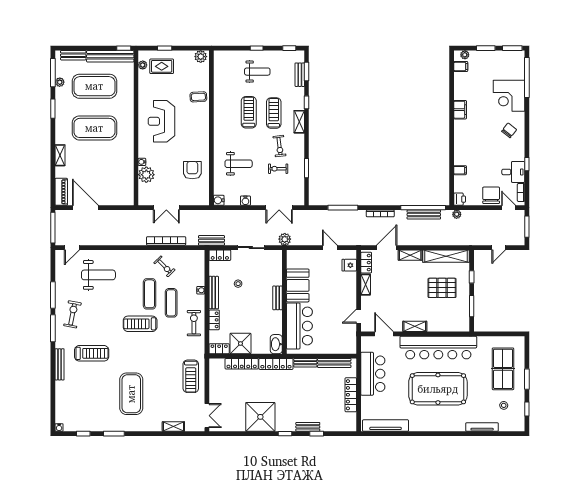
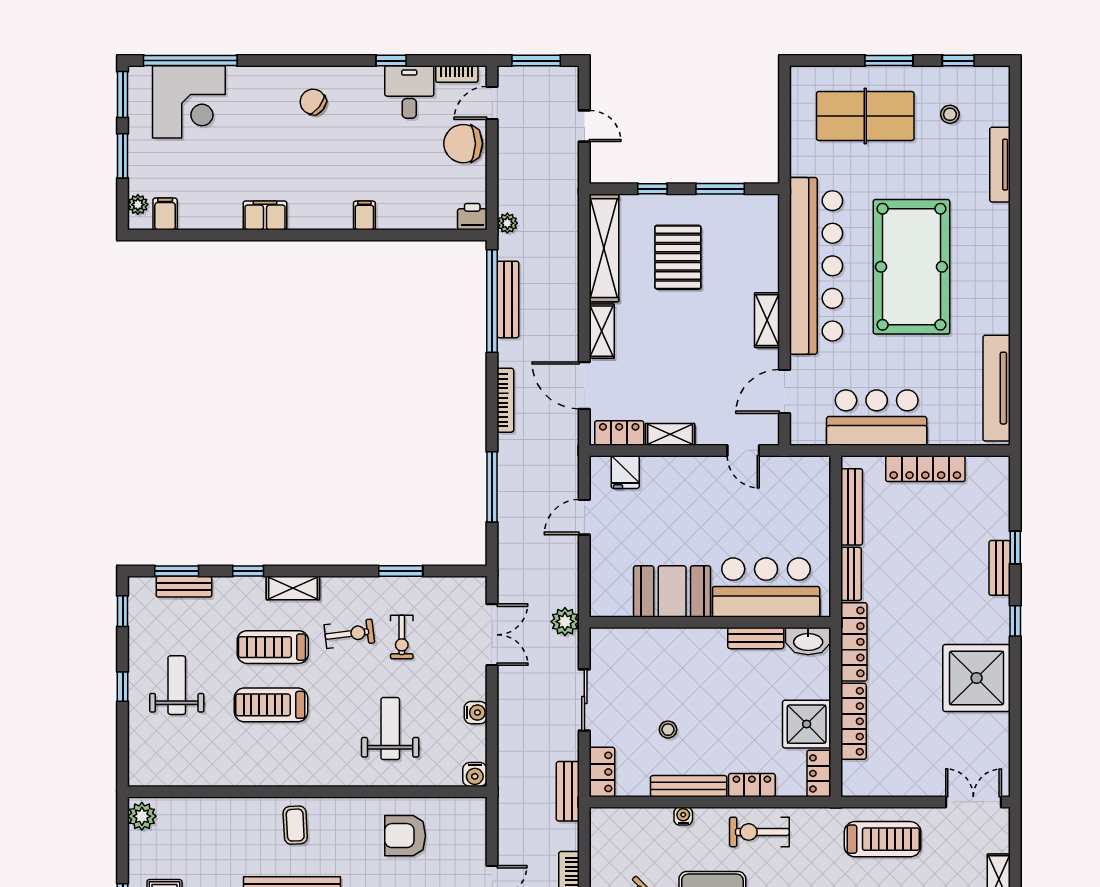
corner desk: (509, 96) -> (189, 102), moved
coffee table: (198, 97) -> (295, 825), moved
filing cabinet: (460, 170) -> (364, 215), moved
bench: (278, 298) -> (756, 638), moved

